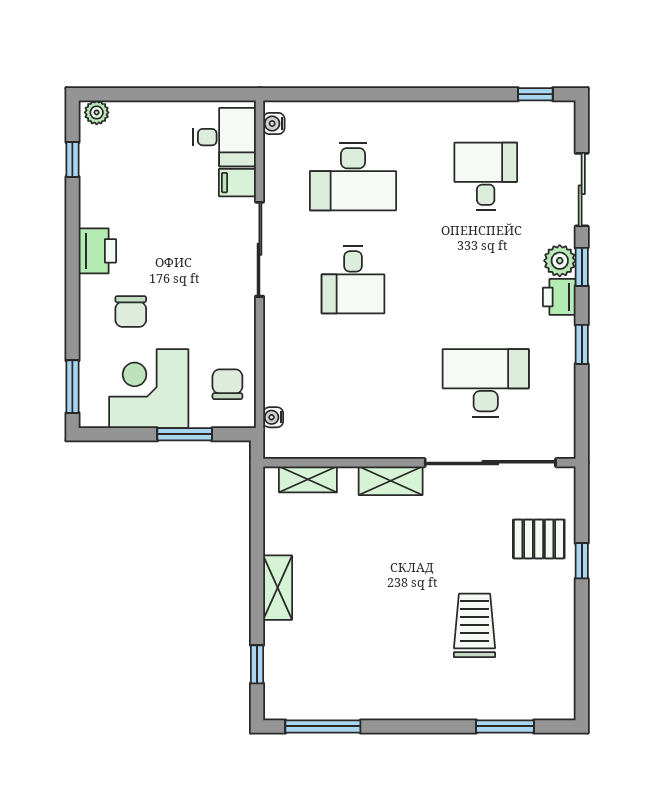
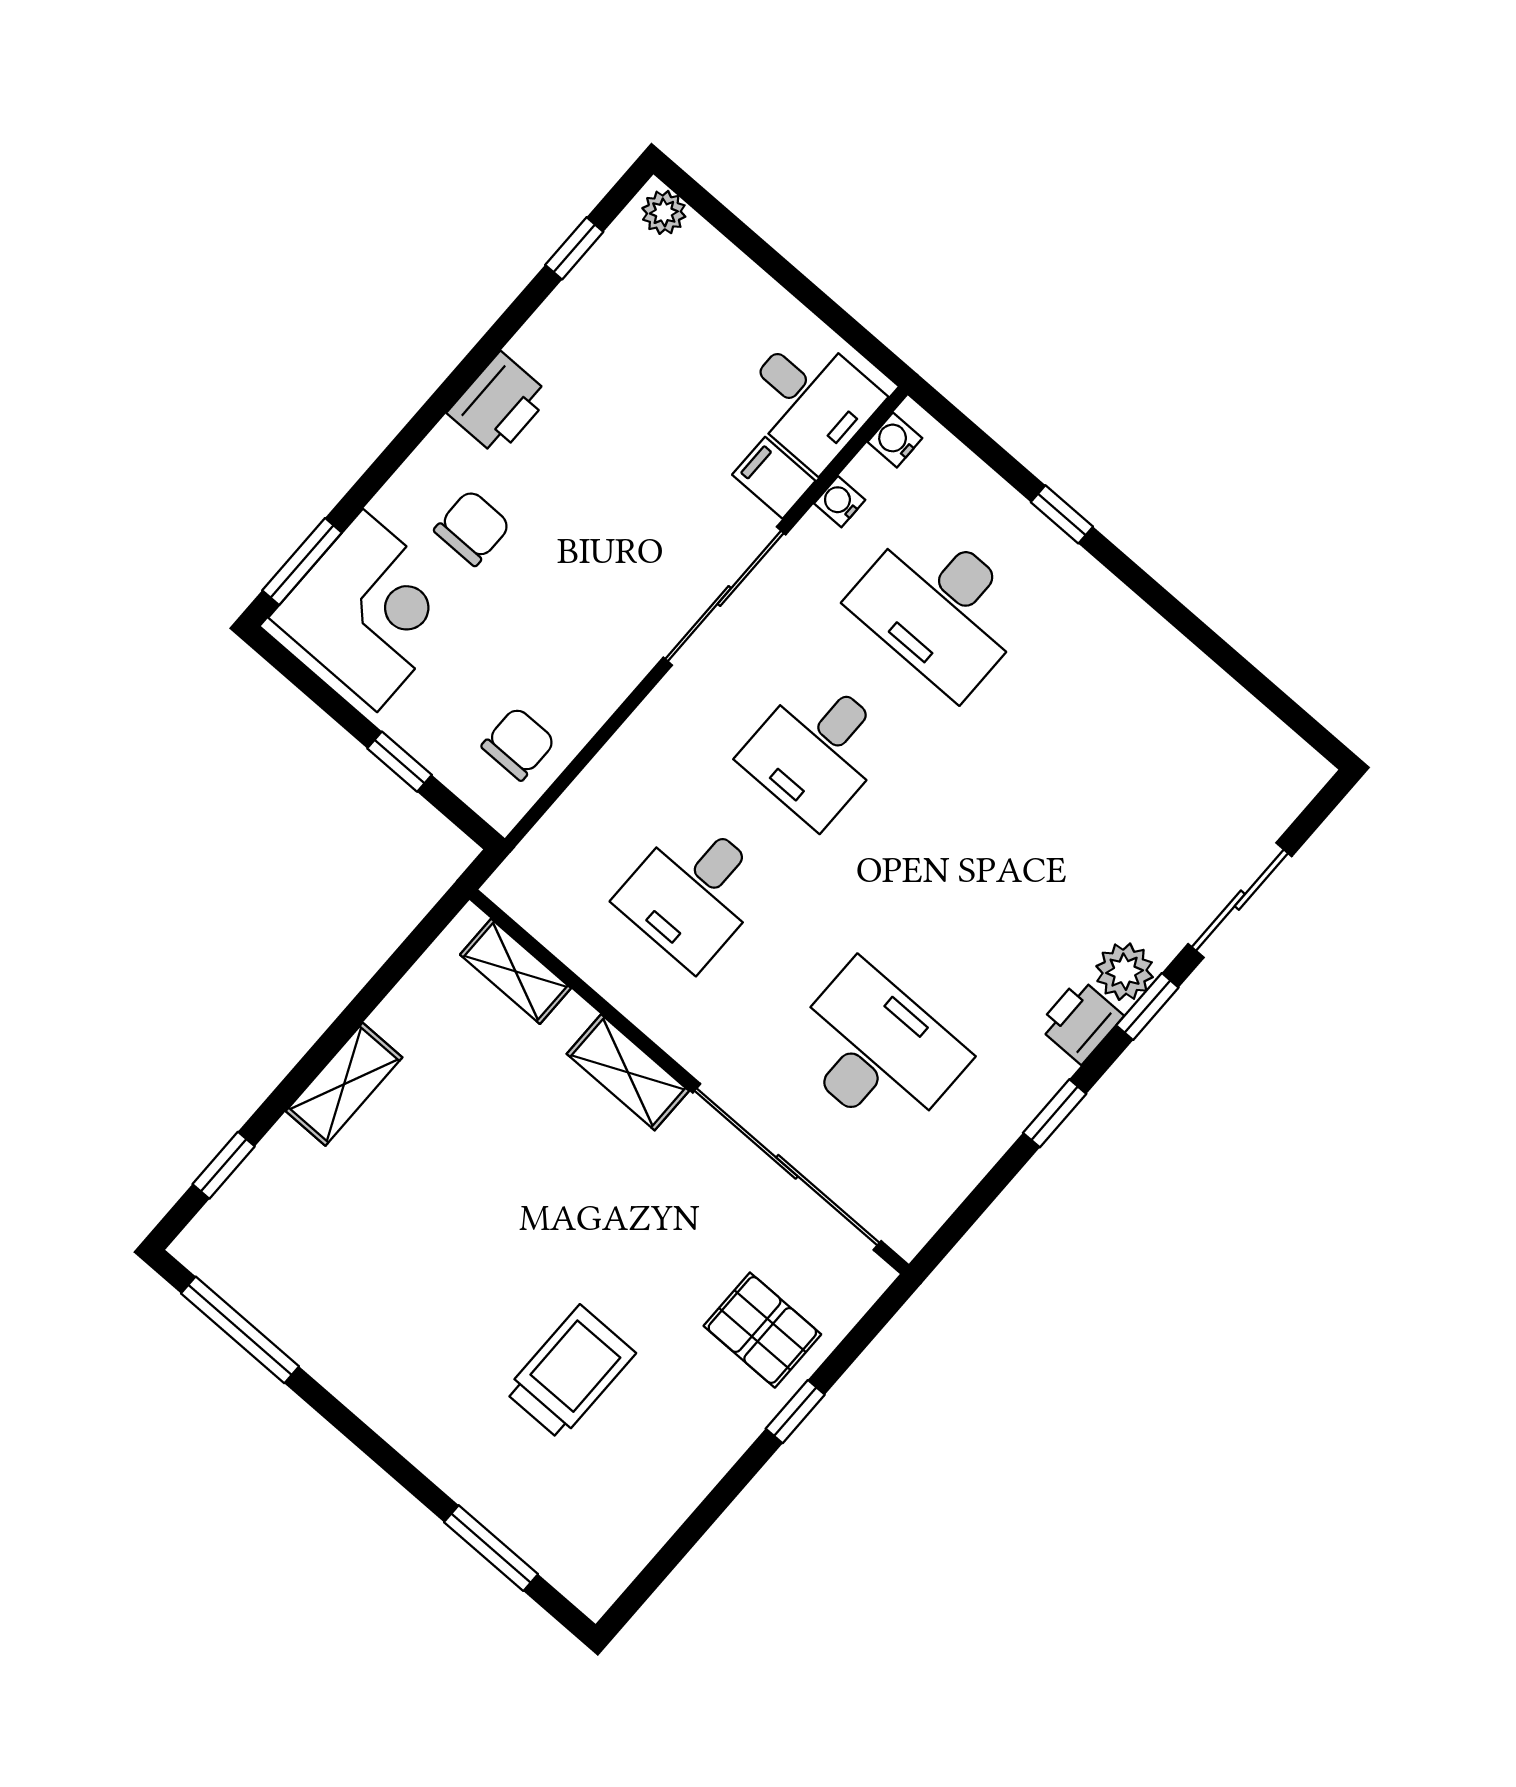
window: (535, 94) -> (1062, 514), moved
desk: (486, 176) -> (693, 892), moved, turned 180
chair: (131, 312) -> (472, 528), turned 180
corner desk: (149, 389) -> (370, 610), moved, turned 90
water cooler: (273, 417) -> (840, 502), moved
window: (185, 434) -> (400, 762), width x0.67

